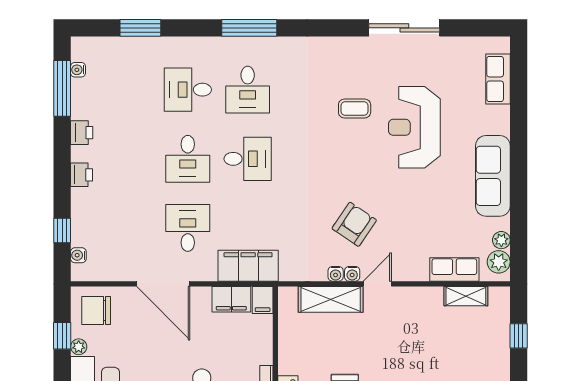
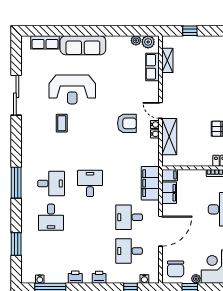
desk: (188, 159) -> (129, 251), moved, turned 180
sofa: (493, 176) -> (83, 45), moved
armchair: (354, 224) -> (127, 123), turned 146

